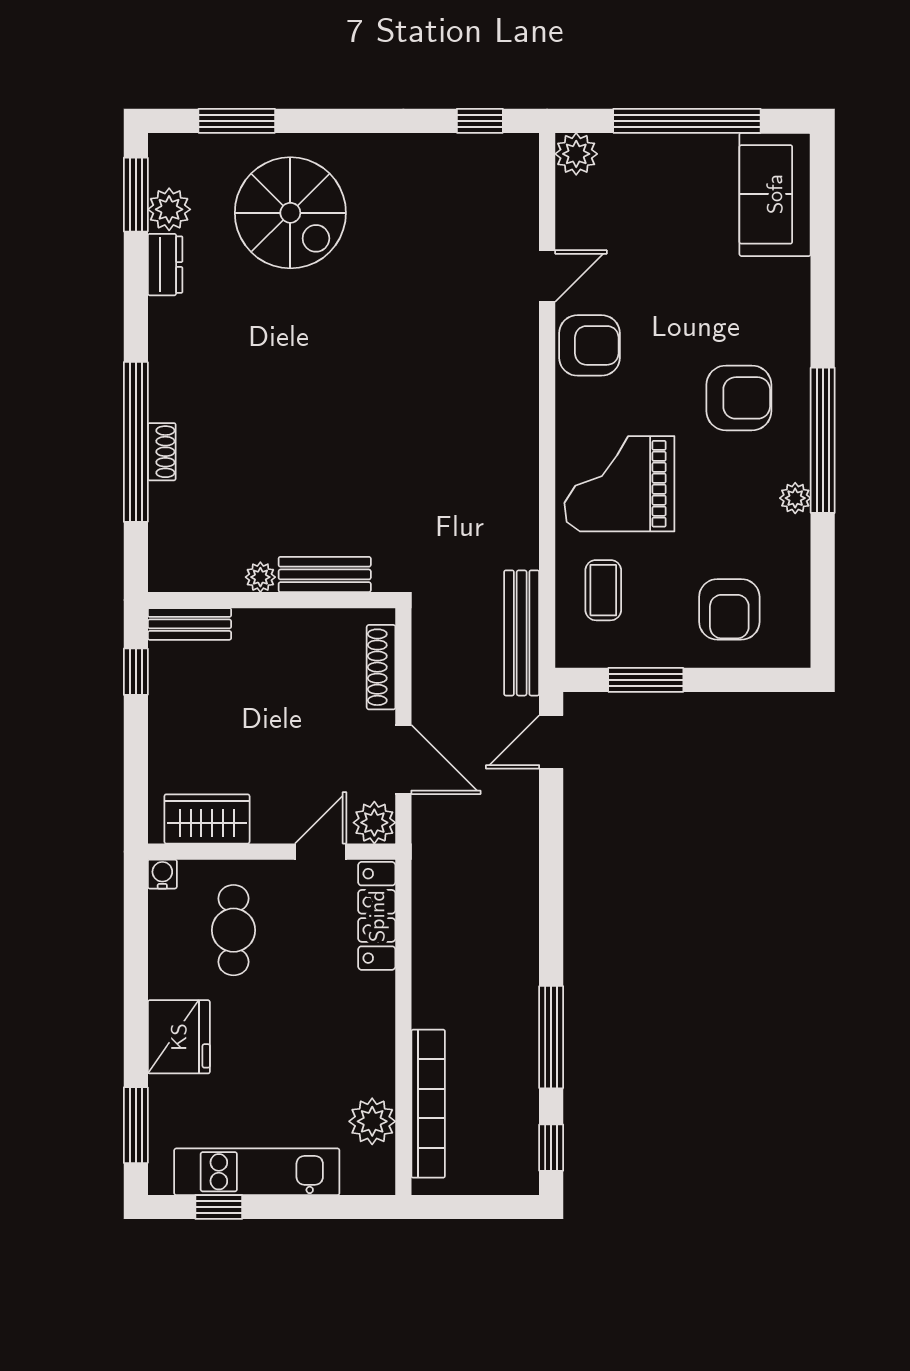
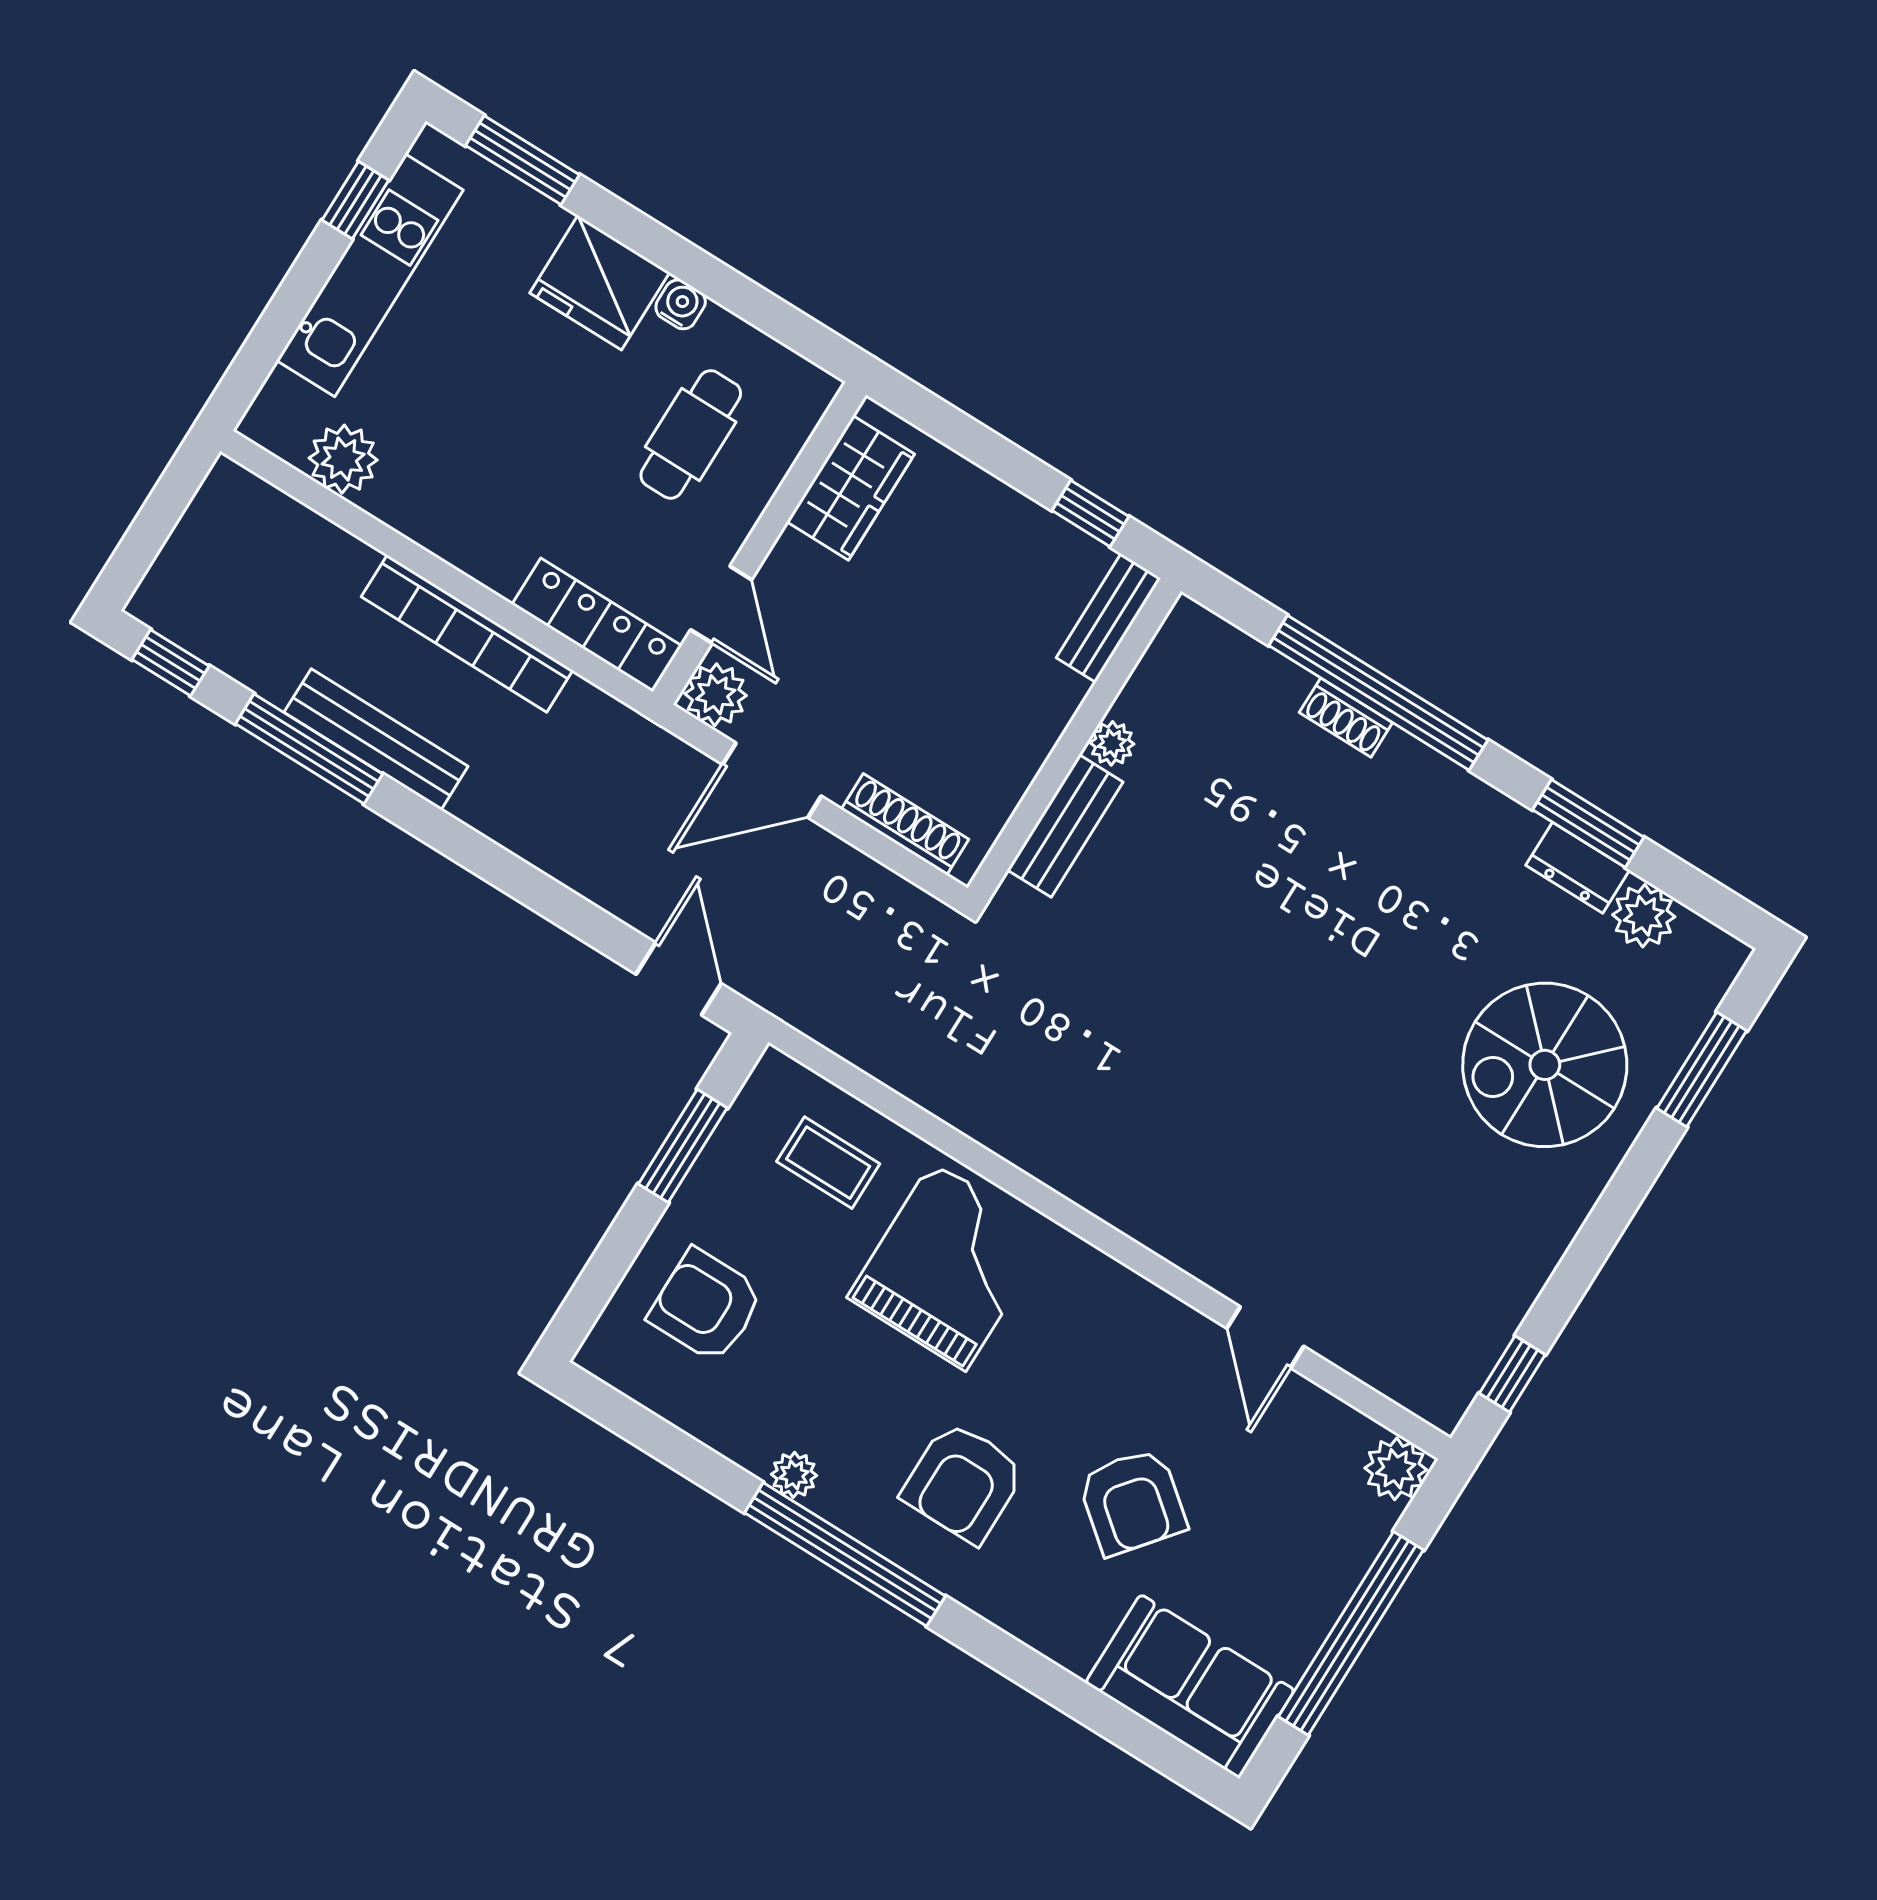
window: (136, 195) -> (1588, 823), moved
armchair: (589, 345) -> (1132, 1502), moved, turned -51
bench: (522, 633) -> (376, 739), moved
water cooler: (162, 874) -> (681, 304), moved, turned -90
cafe table: (233, 930) -> (691, 434), turned 90
bookcase: (428, 1104) -> (467, 634), moved

